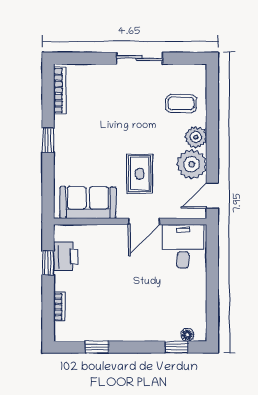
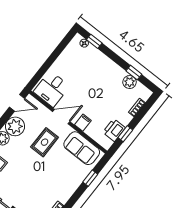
window: (48, 140) -> (90, 178), moved
filing cabinet: (111, 235) -> (83, 123), added
plant: (93, 331) -> (130, 82), added

